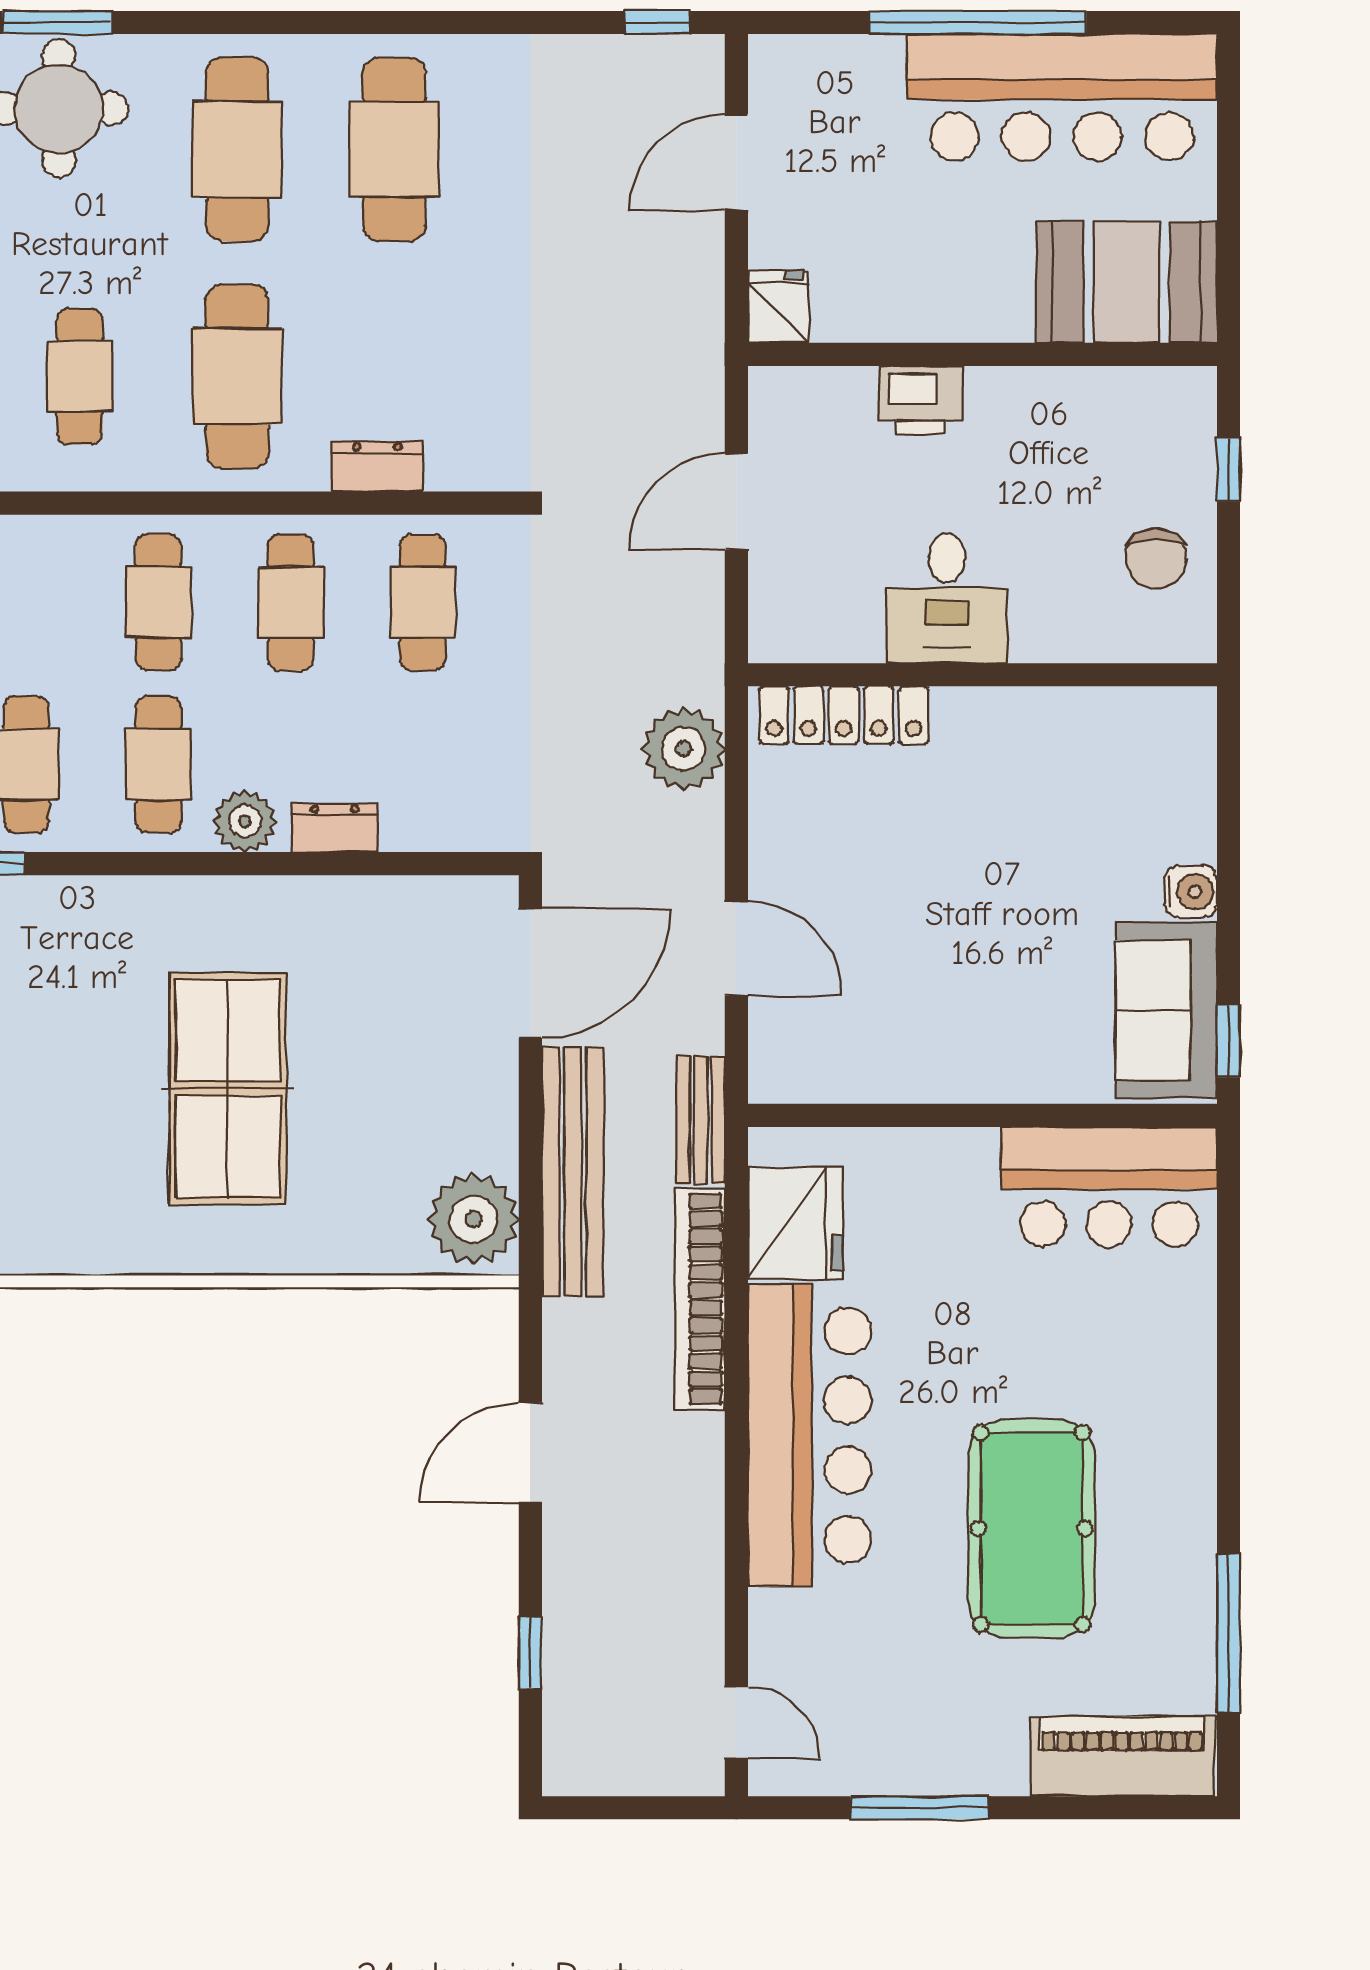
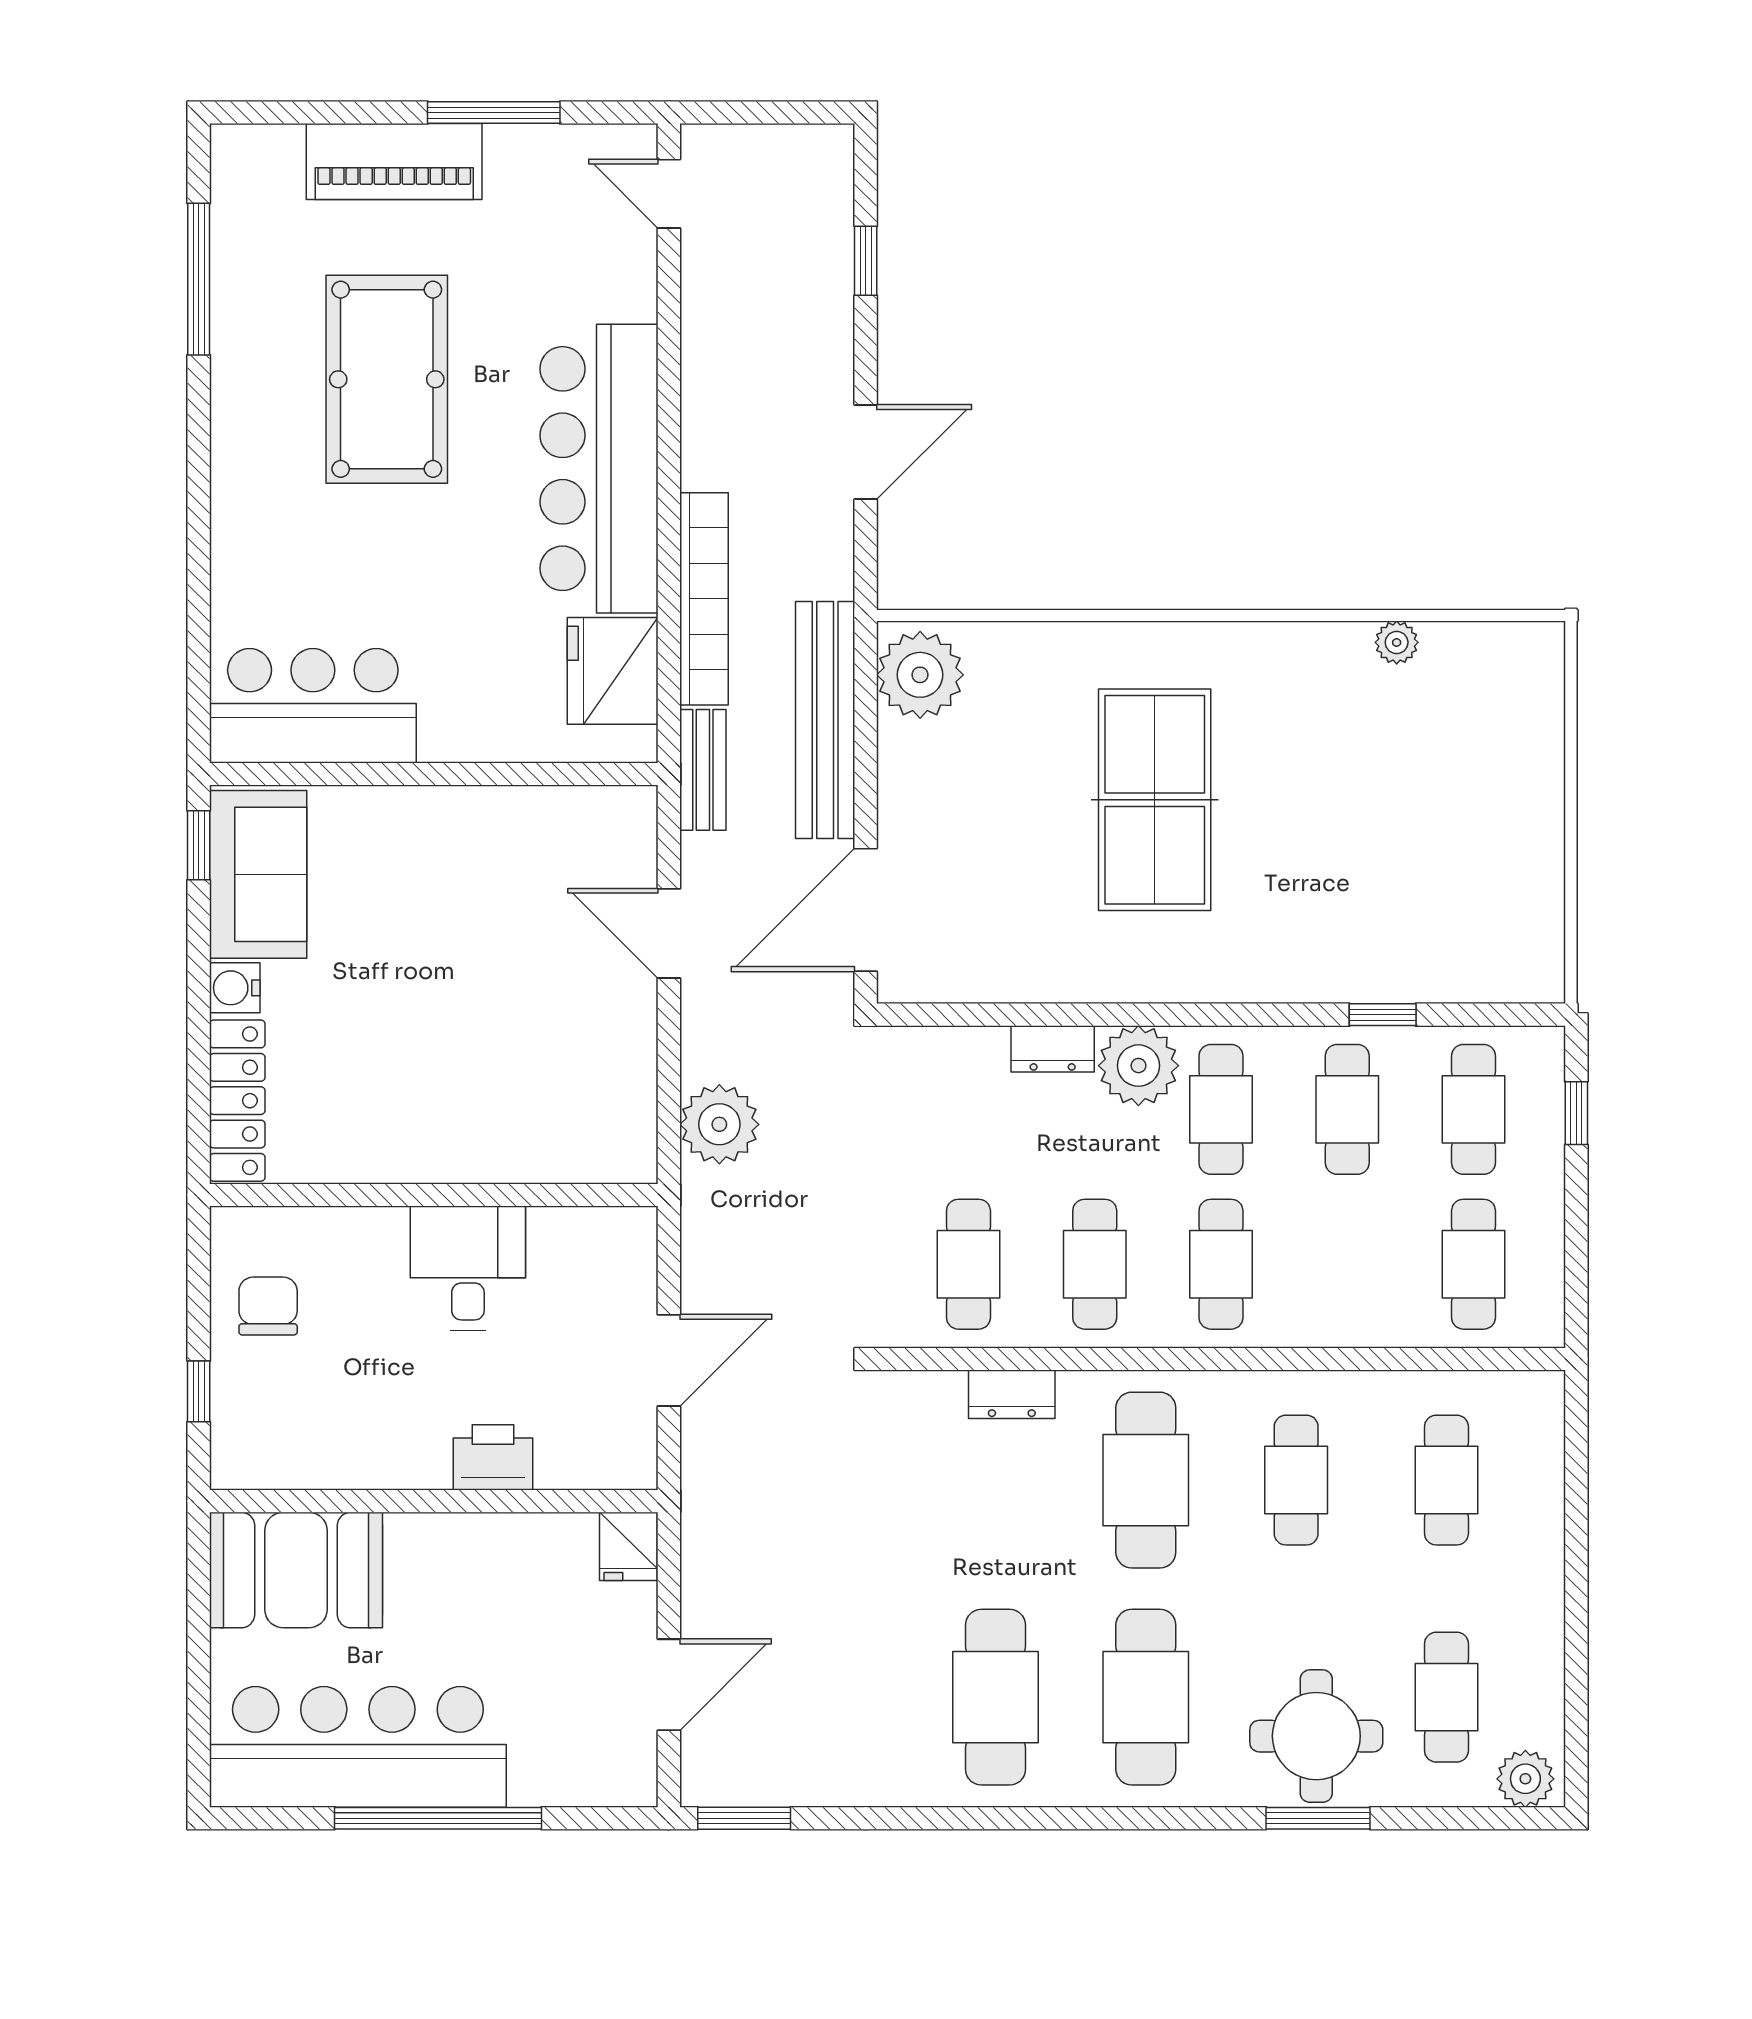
window: (658, 22) -> (744, 1818), width x1.50
locker: (844, 715) -> (237, 1101), moved, turned 90
plant: (245, 821) -> (1138, 1066), width x1.36, depth x1.36
piano: (1122, 1756) -> (394, 162), moved

